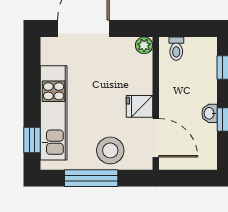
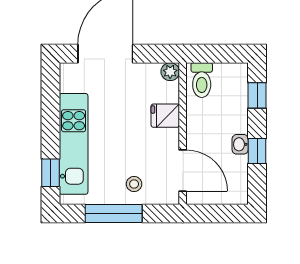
toilet: (176, 49) -> (202, 80), width x1.37, depth x1.39
fridge: (139, 106) -> (165, 116), moved
stool: (110, 150) -> (134, 184), width x0.53, depth x0.53

